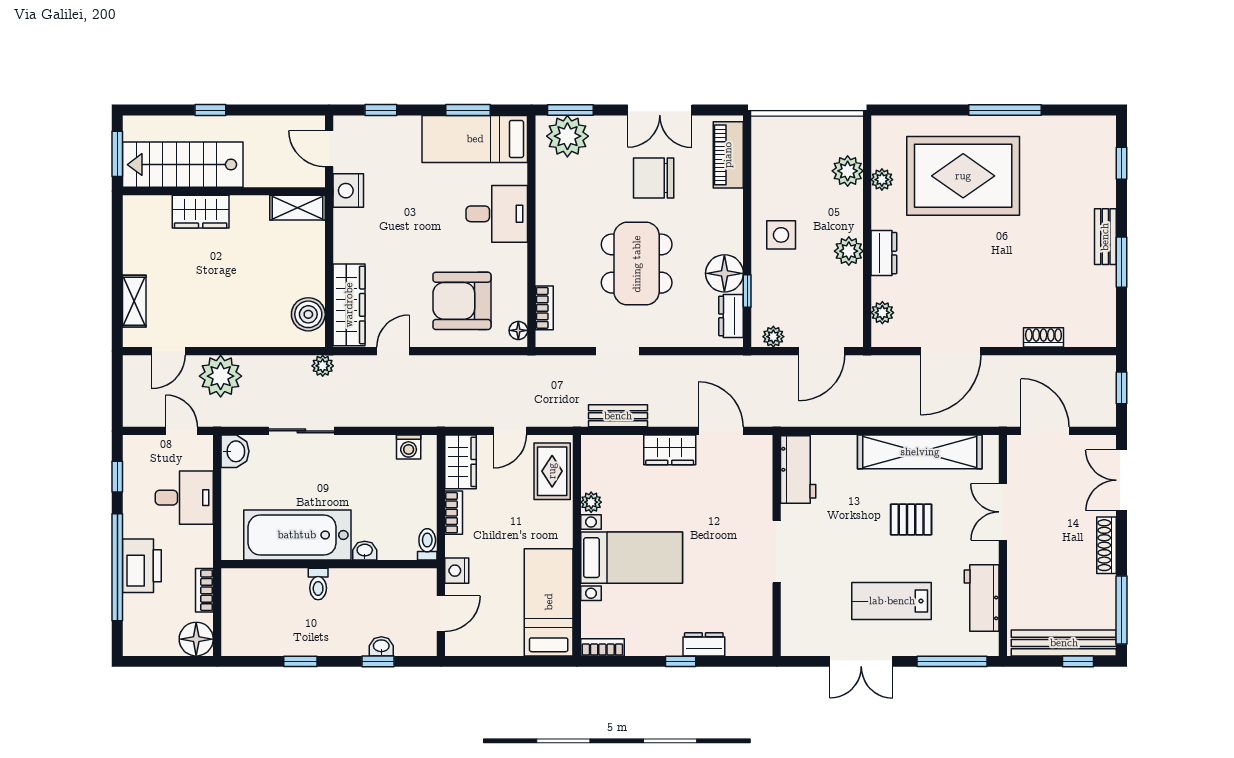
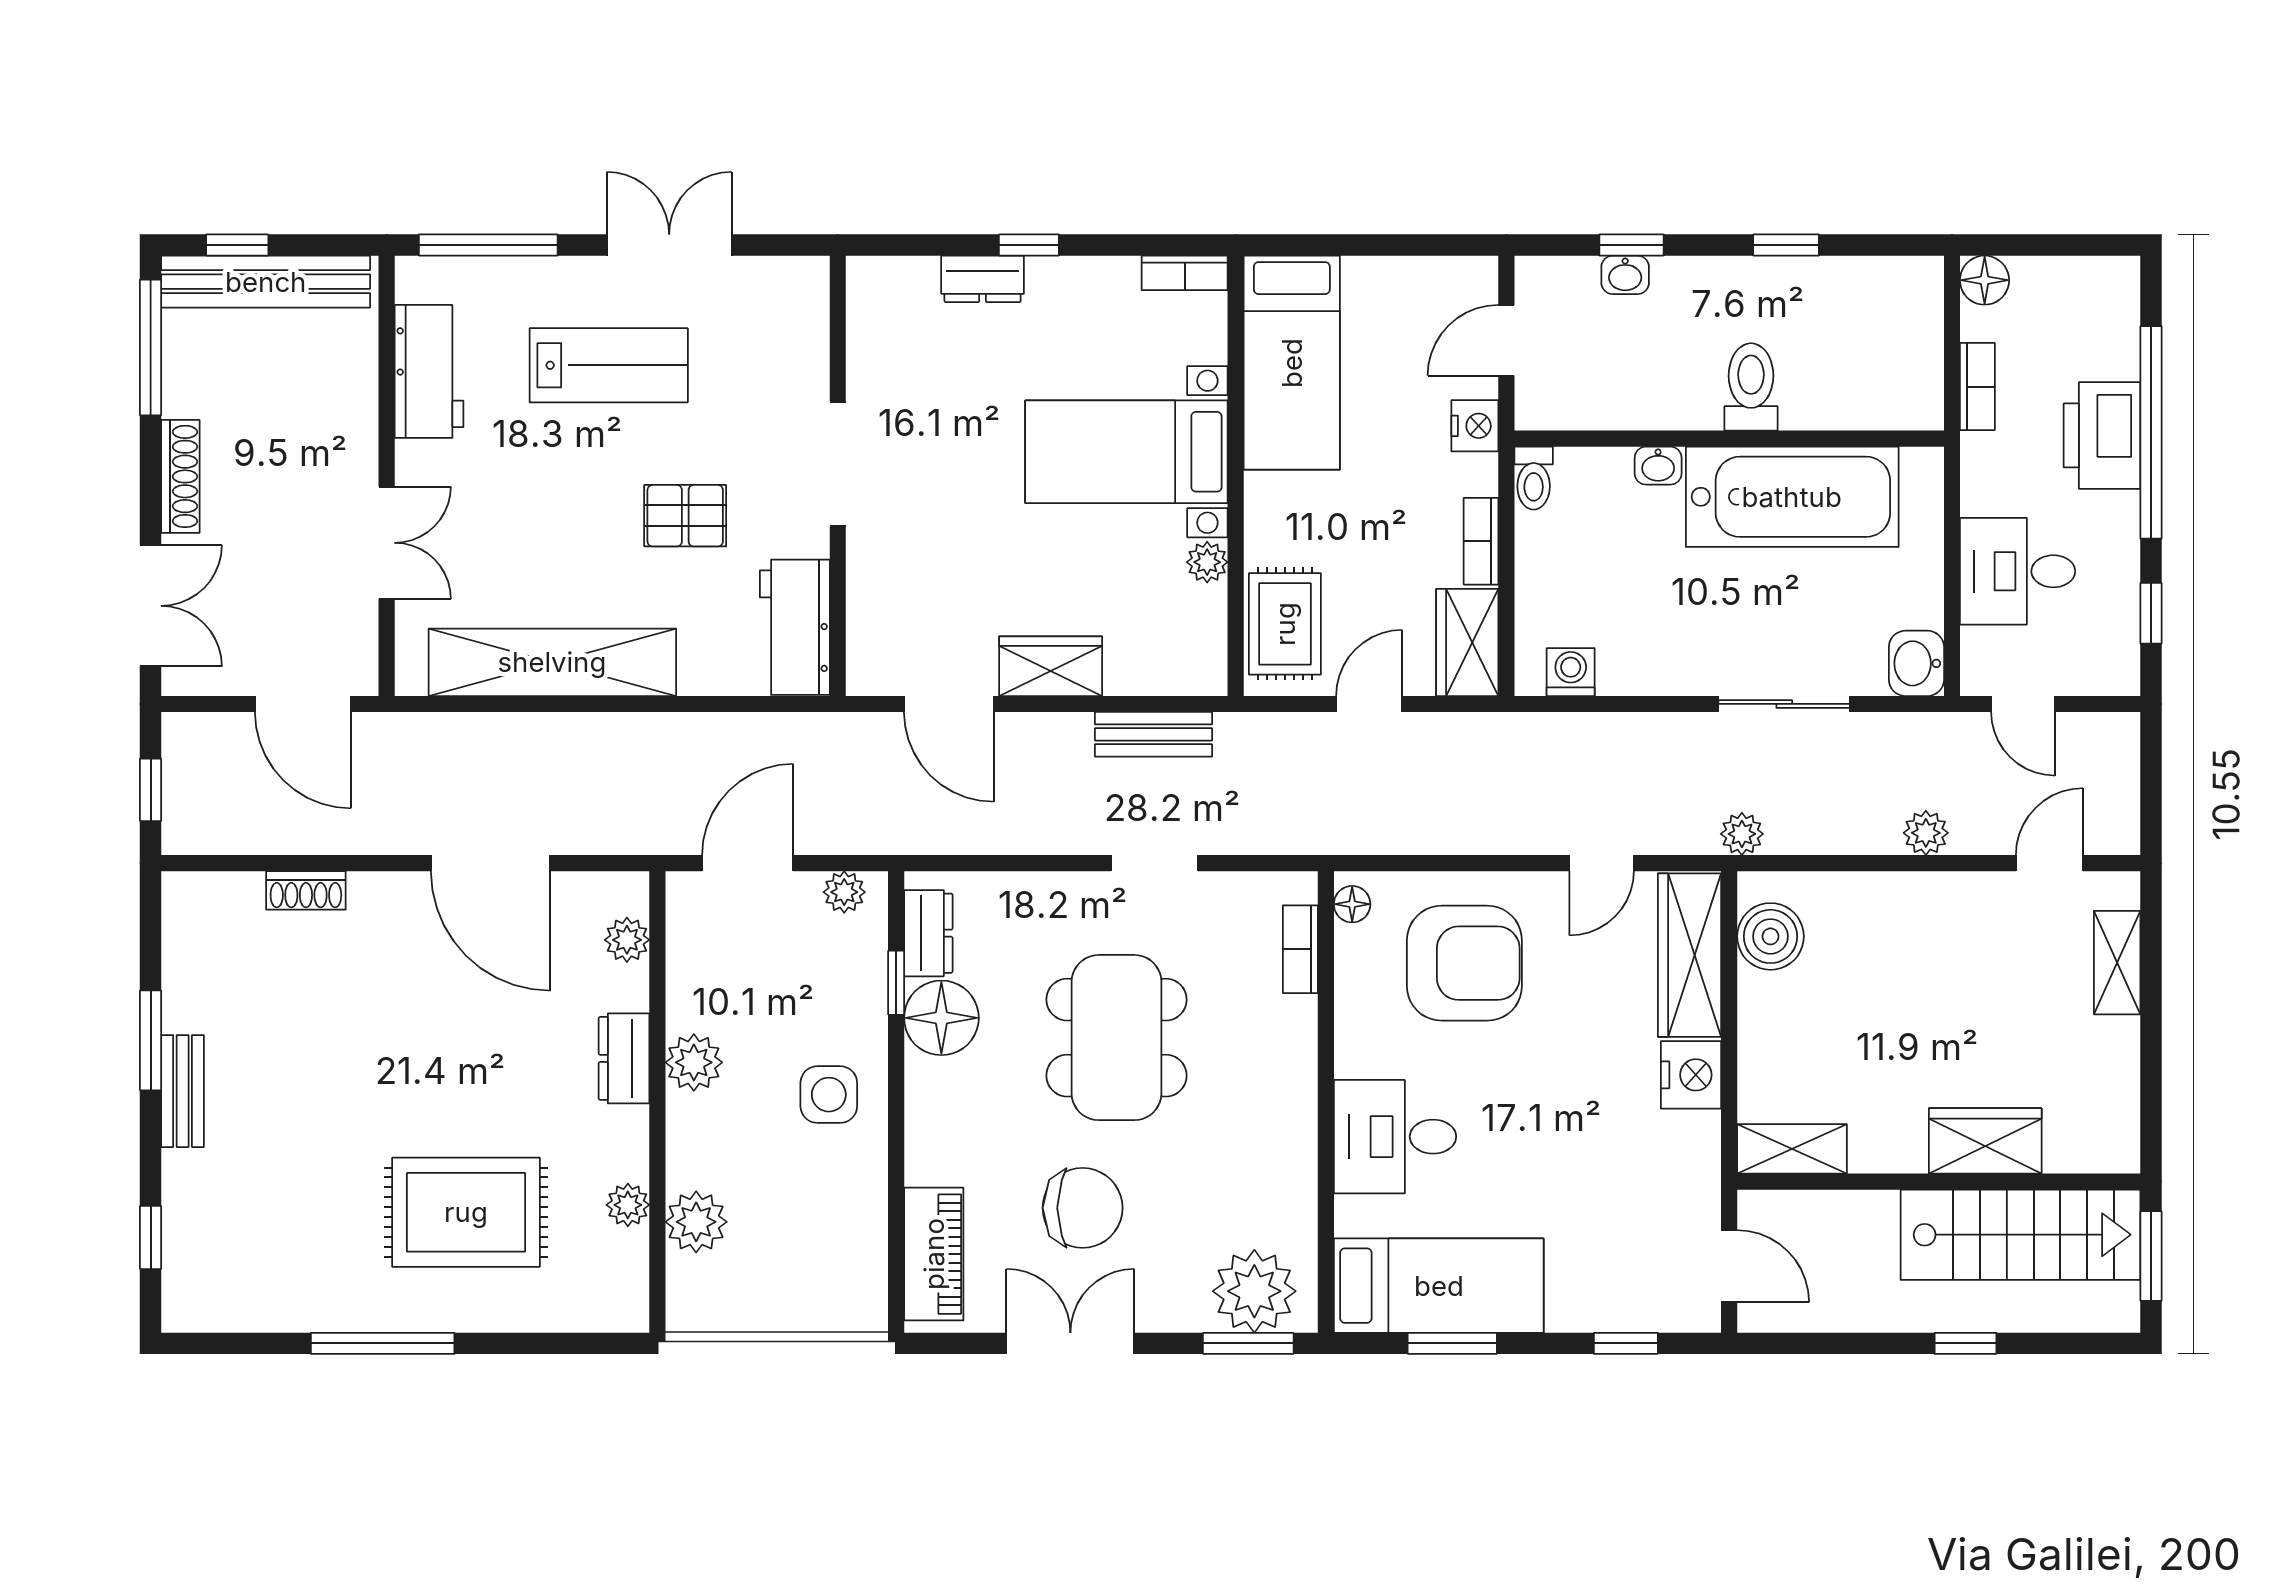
rug: (963, 176) -> (466, 1212), width x0.73, depth x0.69
nightstand: (348, 191) -> (1691, 1075), moved
door: (951, 351) -> (491, 863), swing flipped
plant: (221, 376) -> (1926, 833), width x0.53, depth x0.53
pallet: (911, 520) -> (685, 516), moved
toilet: (318, 584) -> (1751, 387), width x1.37, depth x1.39
floor lamp: (196, 639) -> (1985, 280), width x0.73, depth x0.73

